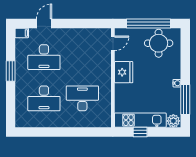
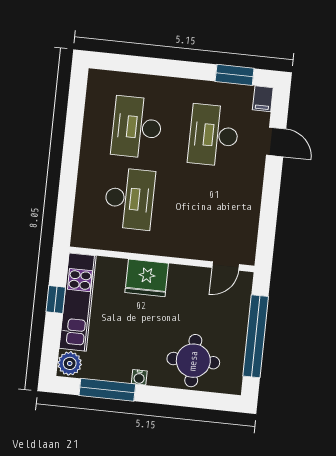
door: (113, 43) -> (226, 266), hinge flipped
round table: (159, 43) -> (193, 361), moved
window: (11, 71) -> (235, 75), moved
fridge: (124, 72) -> (147, 278), moved

